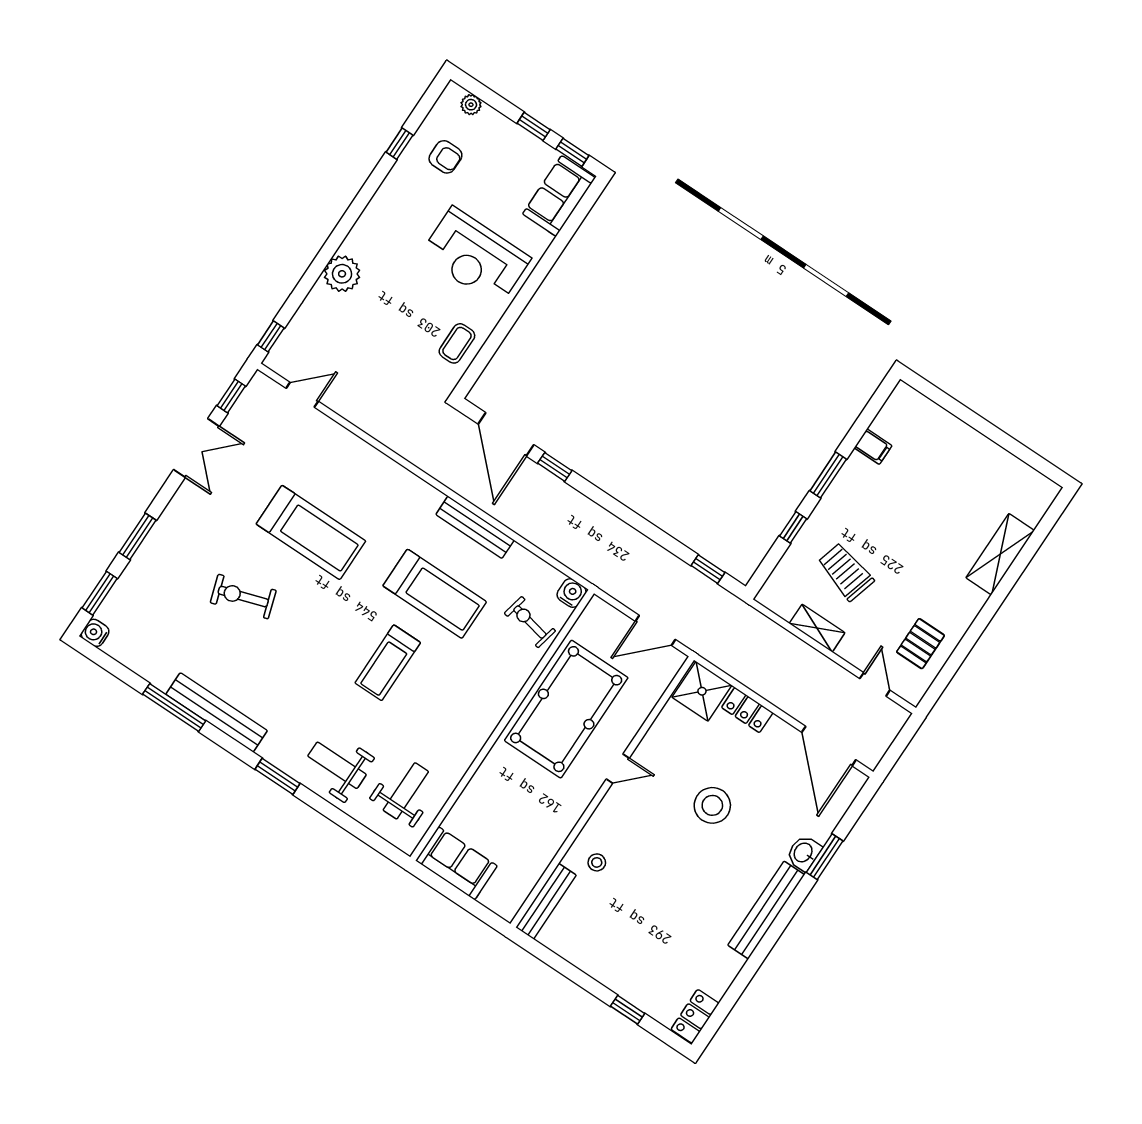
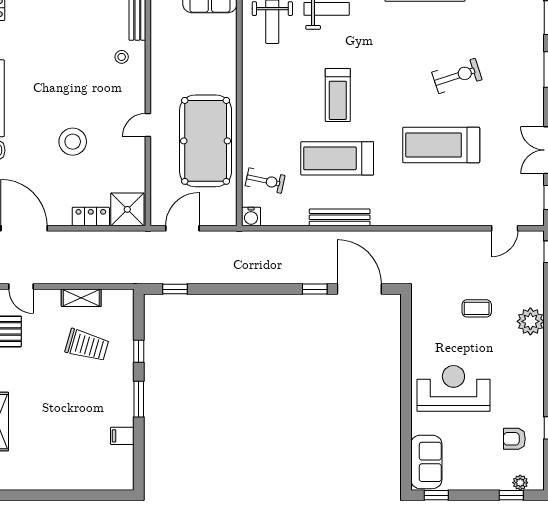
window: (534, 126) -> (511, 495), moved
coffee table: (457, 343) -> (477, 308), moved, turned 90
treadmill: (388, 663) -> (338, 95), turned 180

